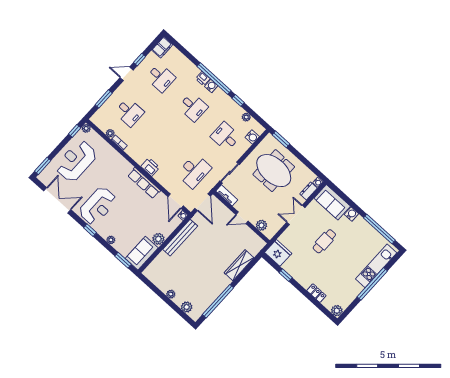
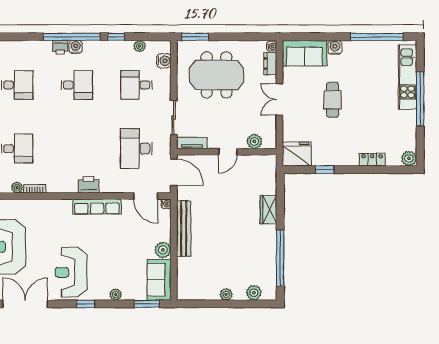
desk: (194, 171) -> (136, 149), turned 180
reception desk: (98, 206) -> (71, 272), turned 180
wardrobe: (239, 265) -> (268, 210), width x0.67

